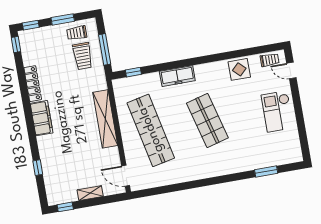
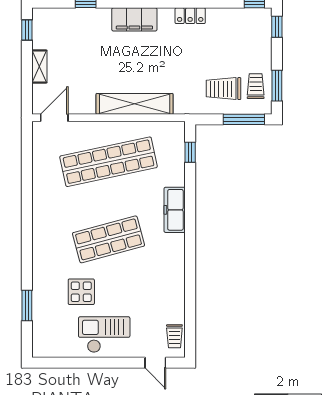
window: (63, 19) -> (277, 86), moved
window: (105, 49) -> (244, 119), moved
display table: (239, 69) -> (81, 292), moved
door: (291, 70) -> (155, 363), swing flipped
locker: (33, 84) -> (190, 16), width x0.66
filing cabinet: (42, 118) -> (134, 19), moved

